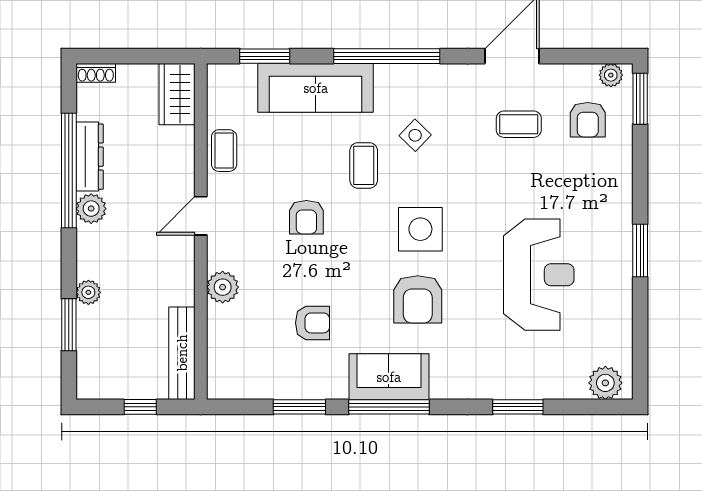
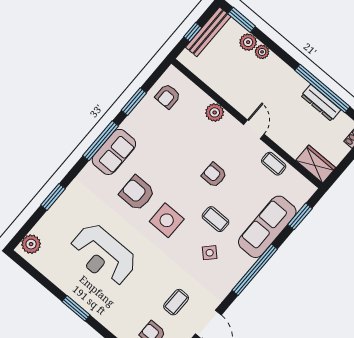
plant: (91, 209) -> (248, 42), moved
armchair: (313, 323) -> (168, 96), moved
window: (69, 325) -> (242, 20), moved
bench: (182, 353) -> (208, 32), moved, turned 90

